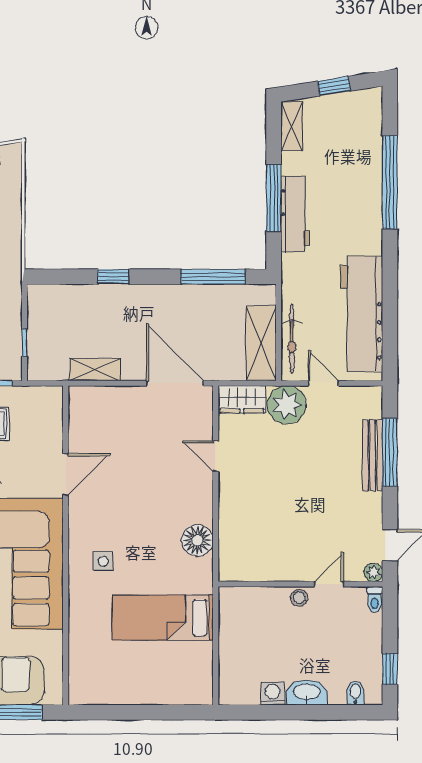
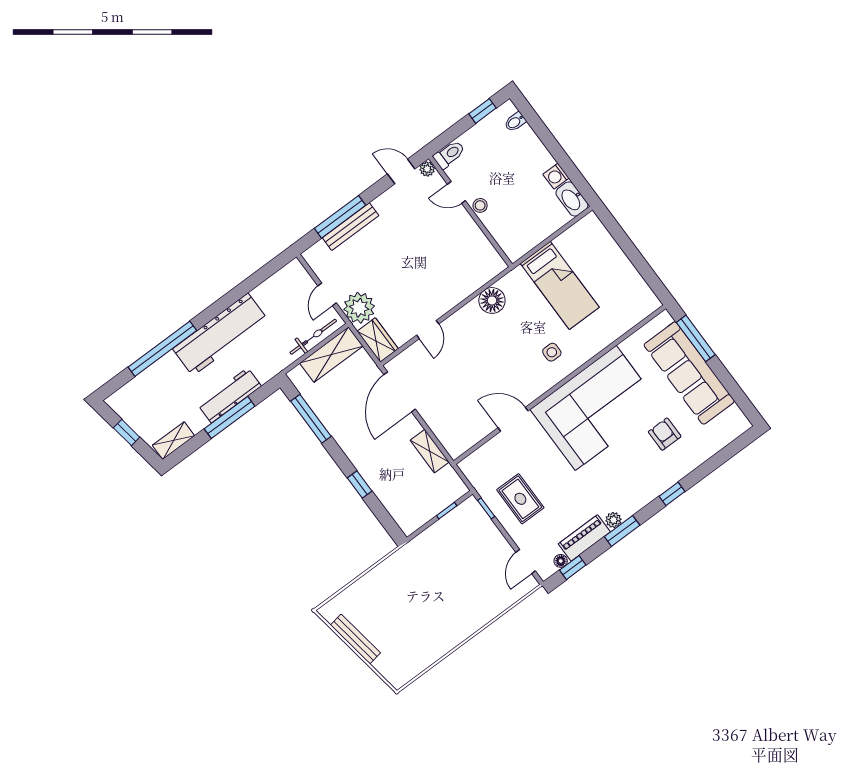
workbench: (362, 314) -> (220, 335), moved
toilet: (375, 600) -> (449, 154), width x1.37, depth x1.39
washbasin: (307, 692) -> (572, 199), moved

